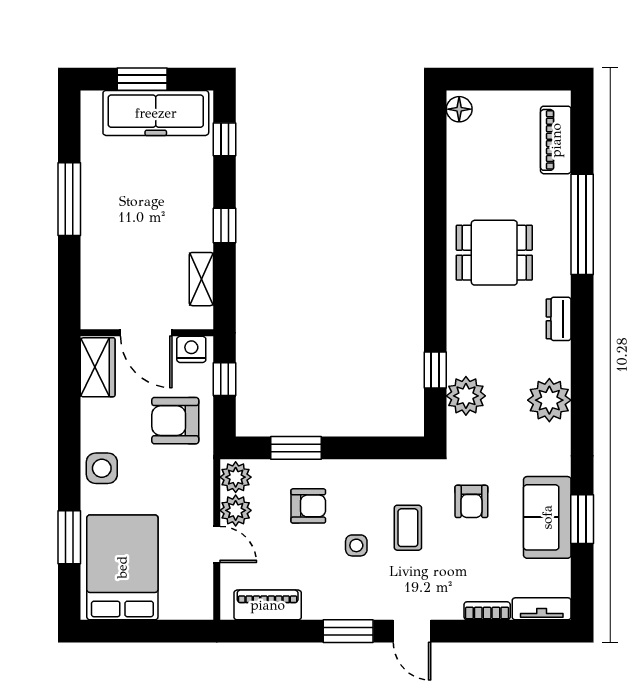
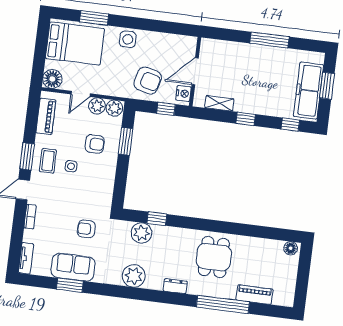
piano: (556, 140) -> (254, 295), moved
wardrobe: (98, 367) -> (180, 44), removed
armchair: (175, 421) -> (148, 81), turned 104
armchair: (308, 506) -> (95, 144), turned -90
coffee table: (408, 528) -> (48, 161), moved, turned 90
floor lamp: (195, 602) -> (52, 79), added
bookcase: (487, 611) -> (30, 217), moved

